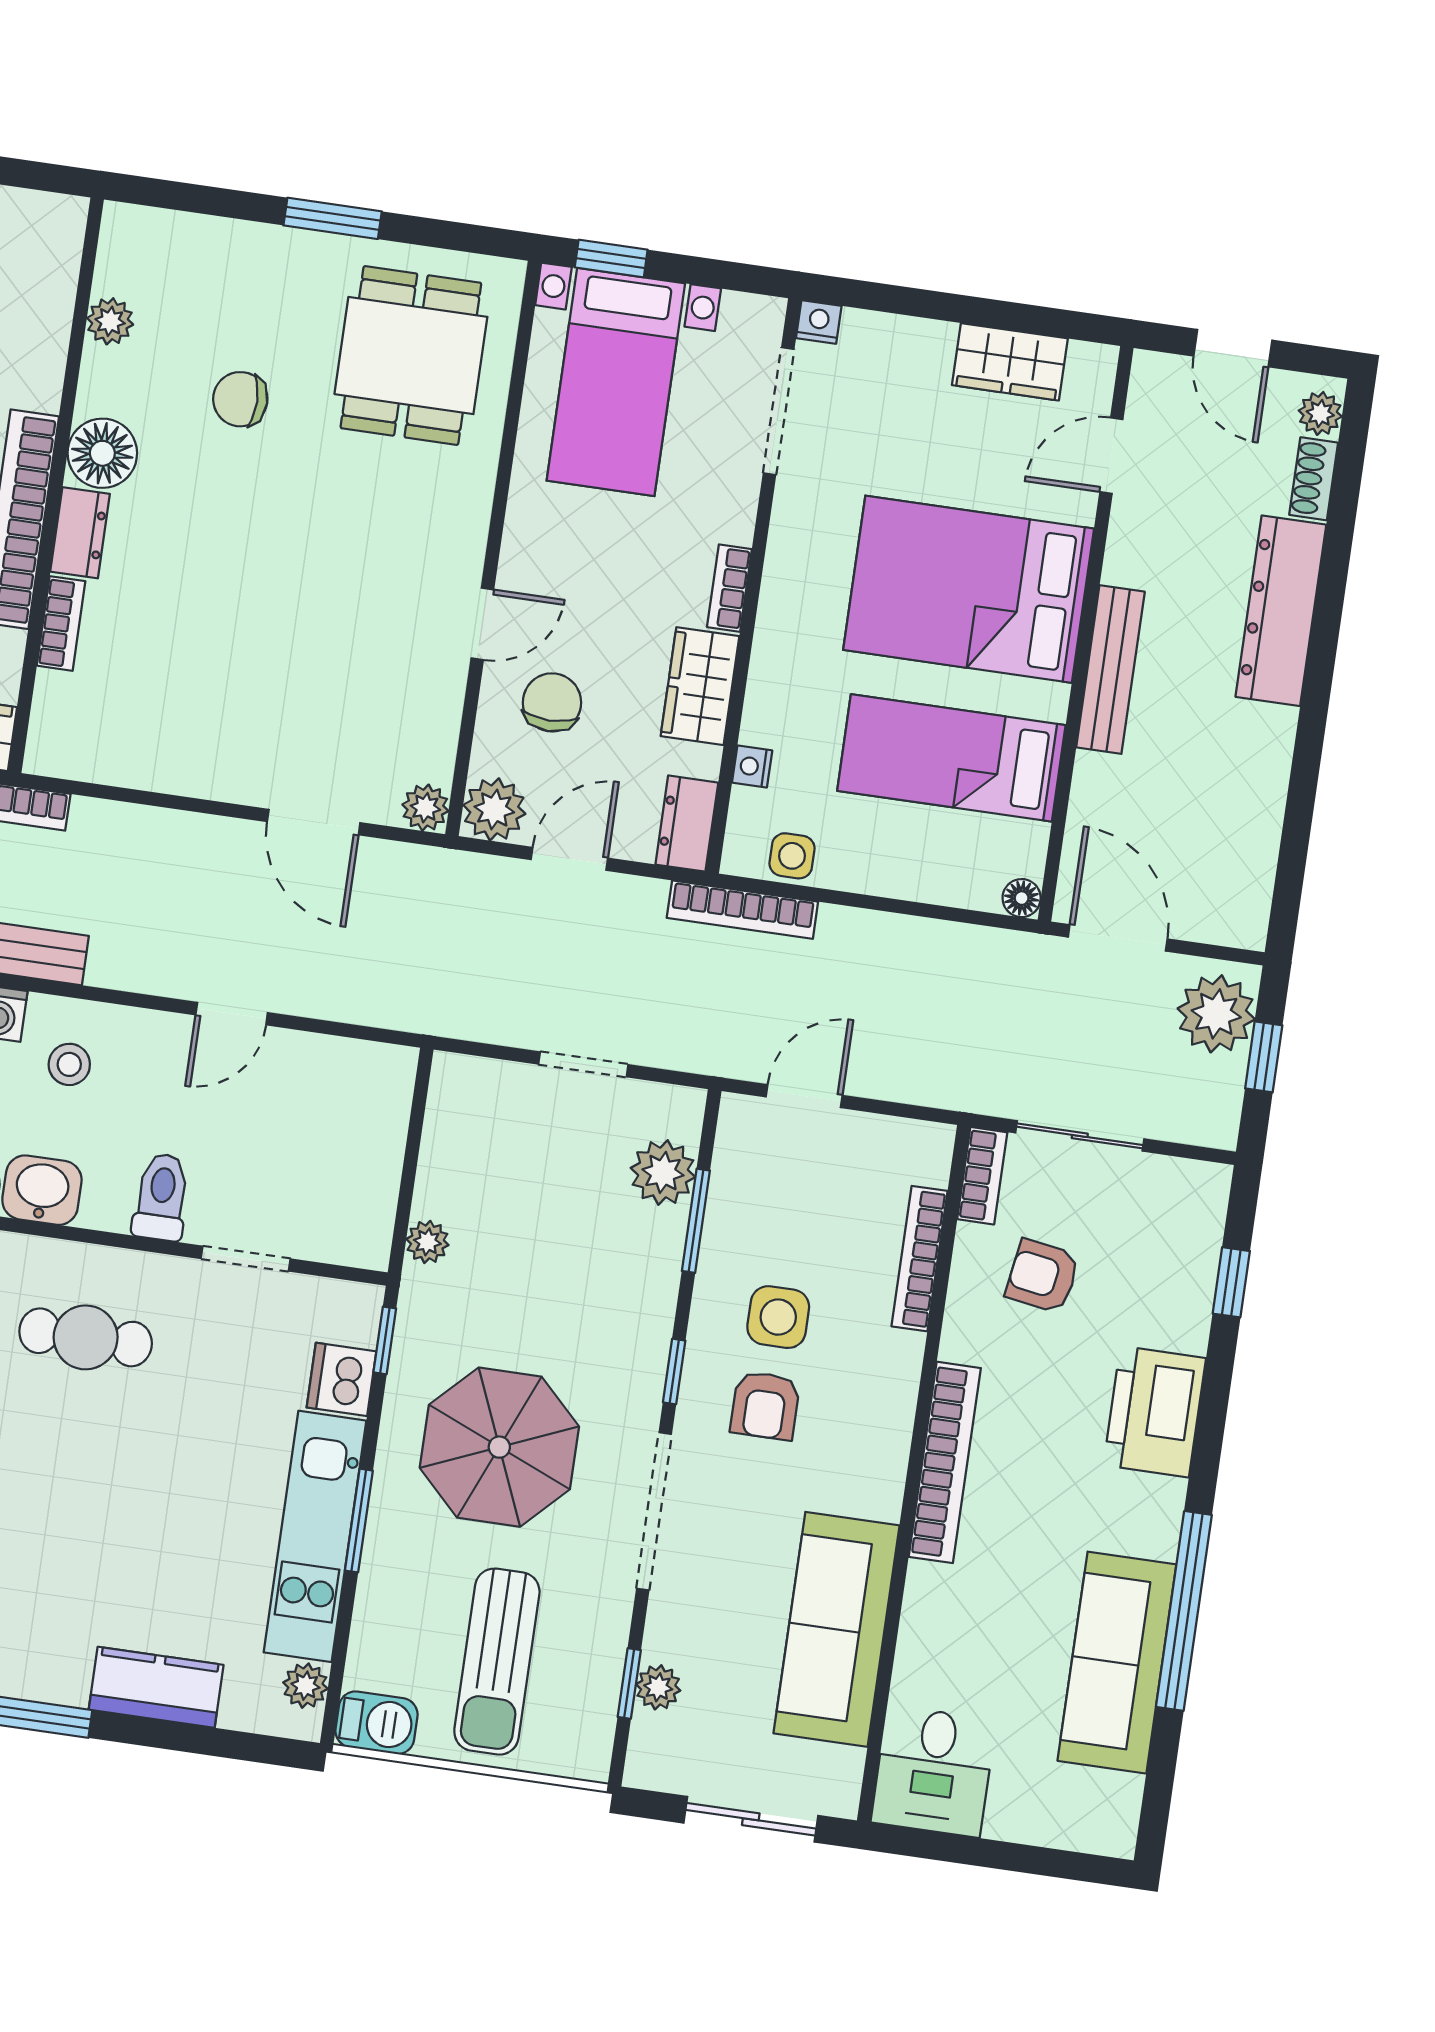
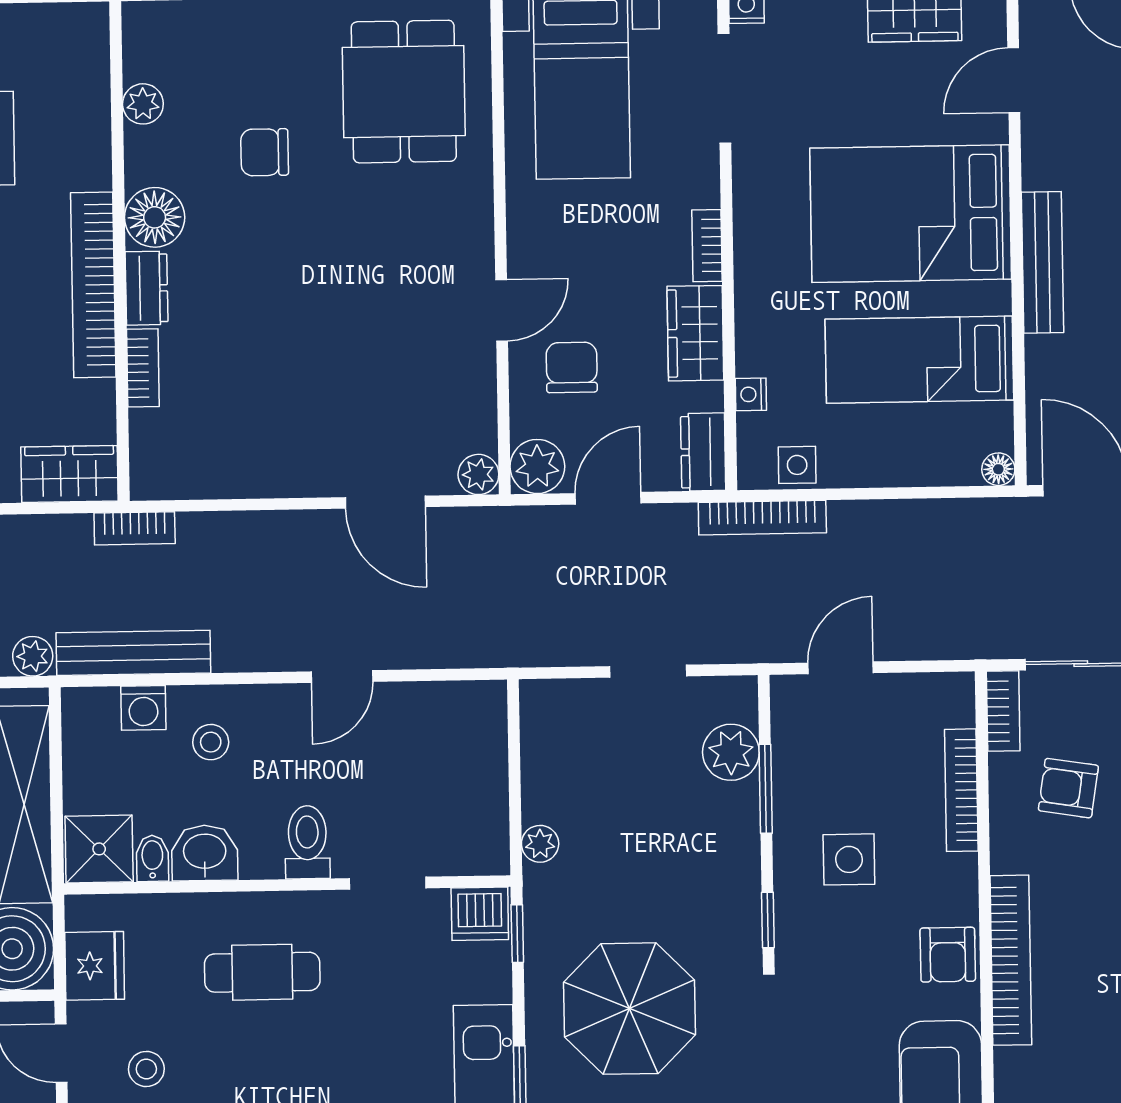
dishwasher: (341, 1379) -> (480, 914), moved, turned -90
armchair: (765, 1405) -> (948, 955), moved

